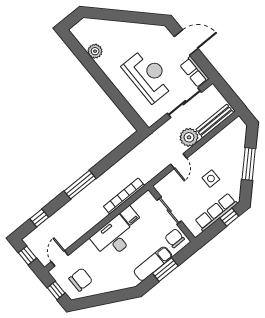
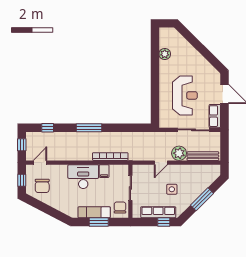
chair: (81, 280) -> (42, 186), turned 90

